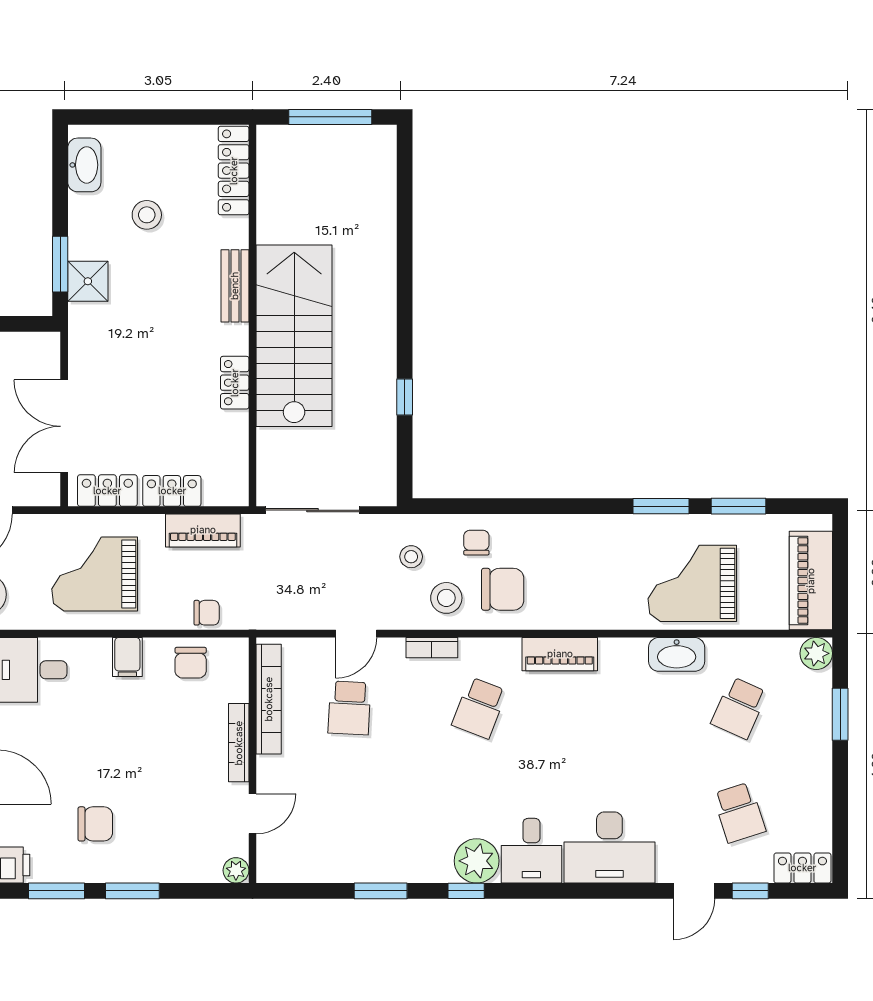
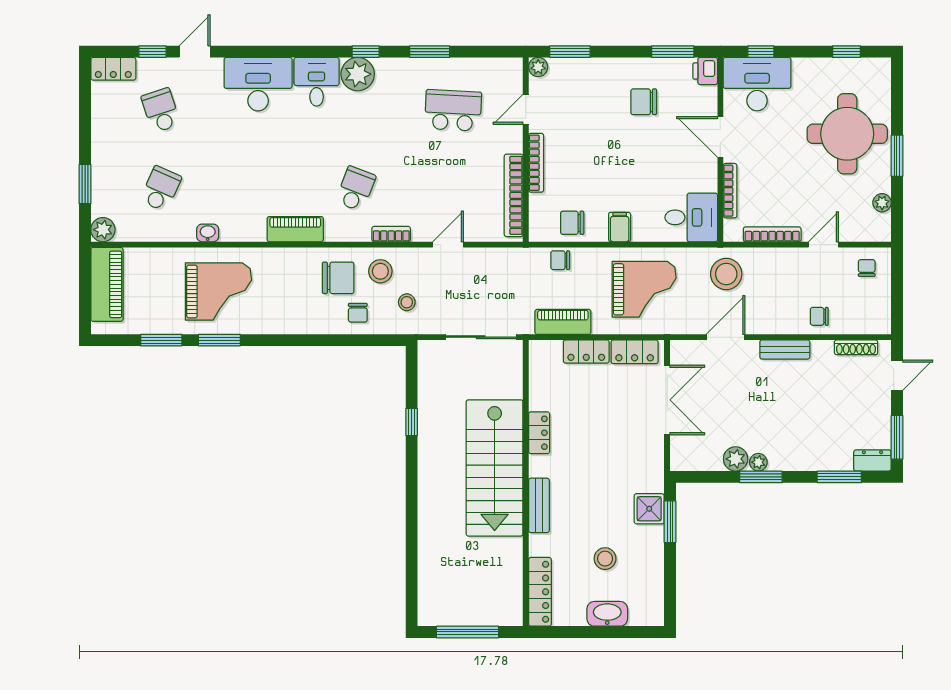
washbasin: (84, 165) -> (607, 614), moved, turned 90
grand piano: (692, 583) -> (218, 292), moved
chair: (503, 589) -> (338, 278), turned 180
washbasin: (677, 654) -> (208, 233), width x0.52, depth x0.69
chair: (191, 663) -> (572, 223), turned -90
school desk: (349, 708) -> (453, 110), moved, width x1.85
window: (132, 891) -> (570, 52), moved

